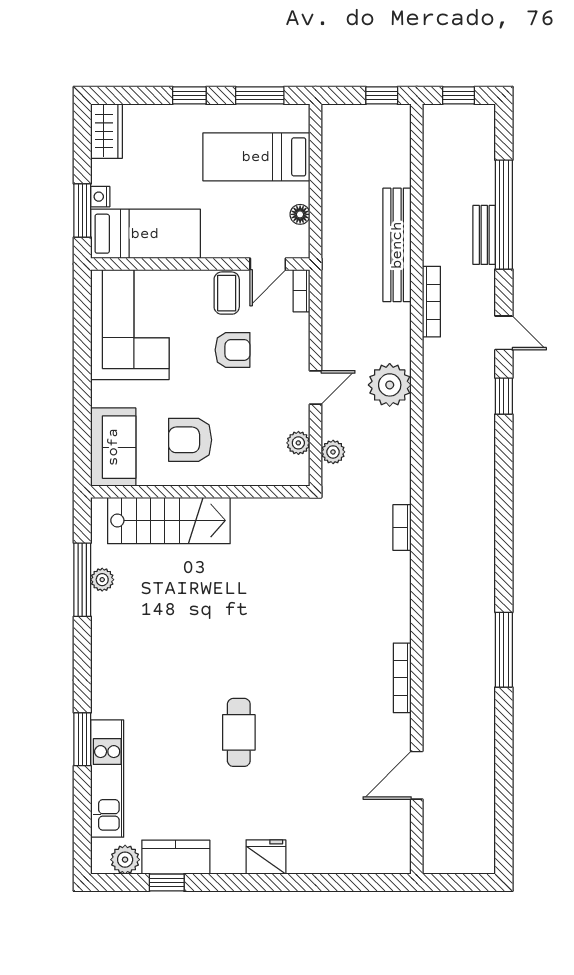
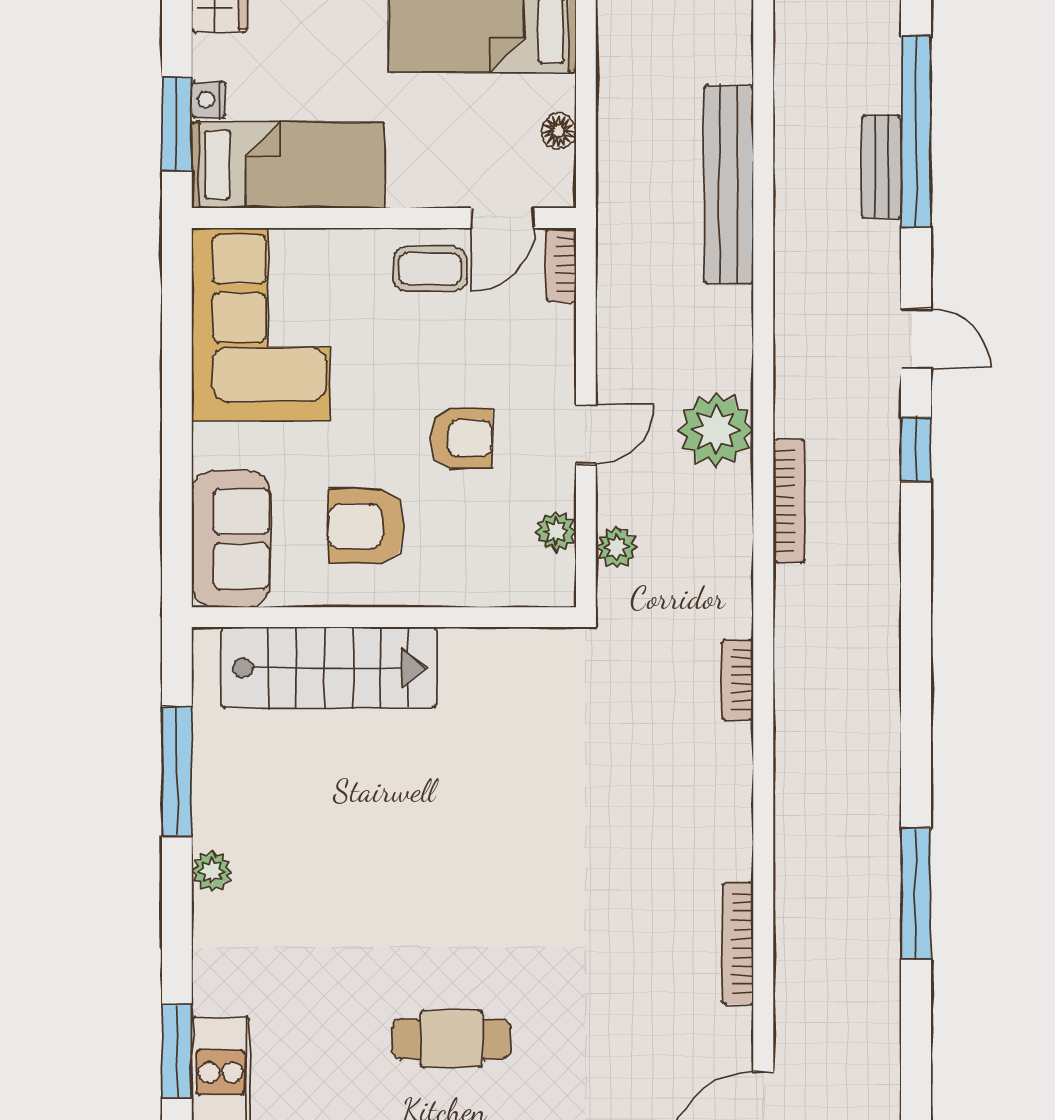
coffee table: (227, 293) -> (430, 269), turned 90
bookcase: (431, 302) -> (789, 501), moved
armchair: (233, 350) -> (462, 438), moved
plant: (102, 580) -> (212, 871), moved
cafe table: (239, 732) -> (451, 1039), turned 90

